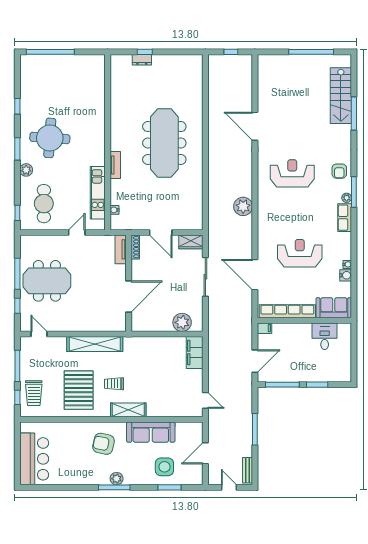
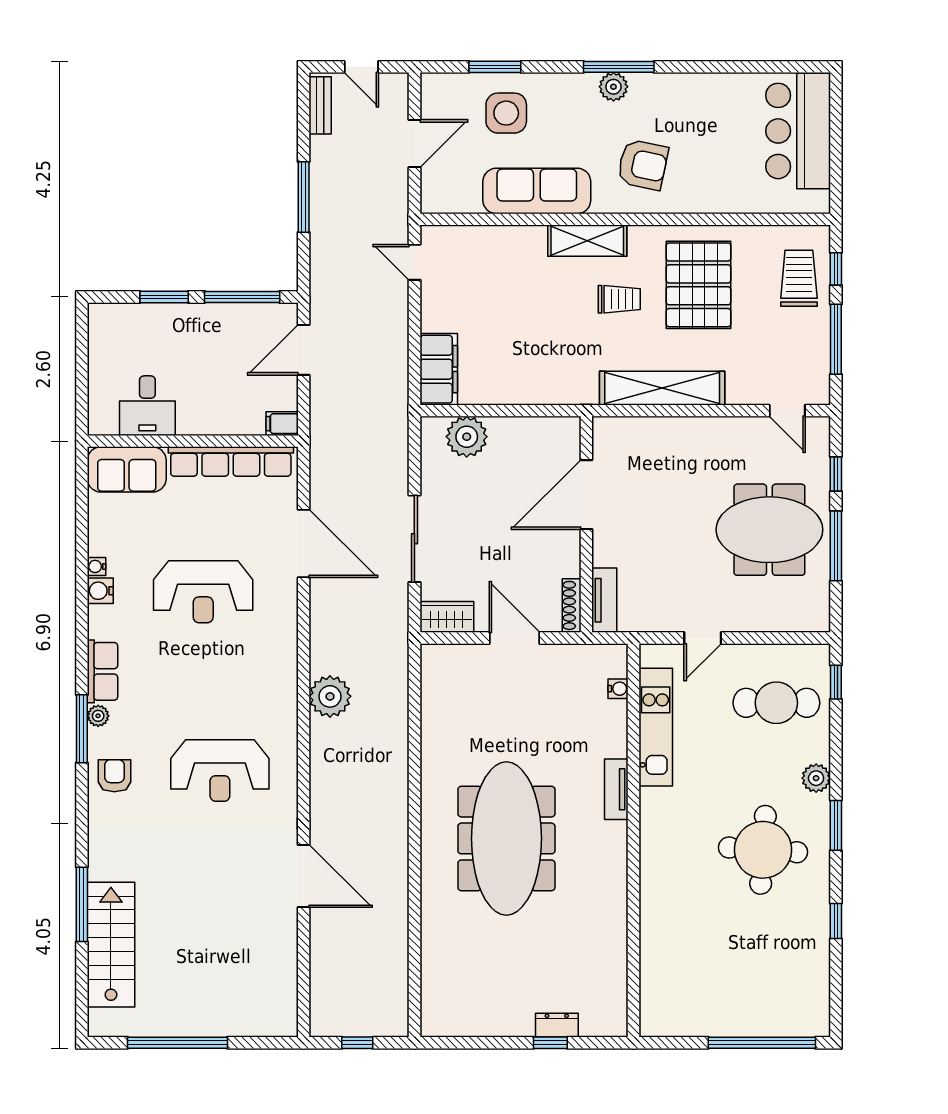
cafe table: (44, 204) -> (776, 703), turned 90
water cooler: (346, 275) -> (100, 591), moved

